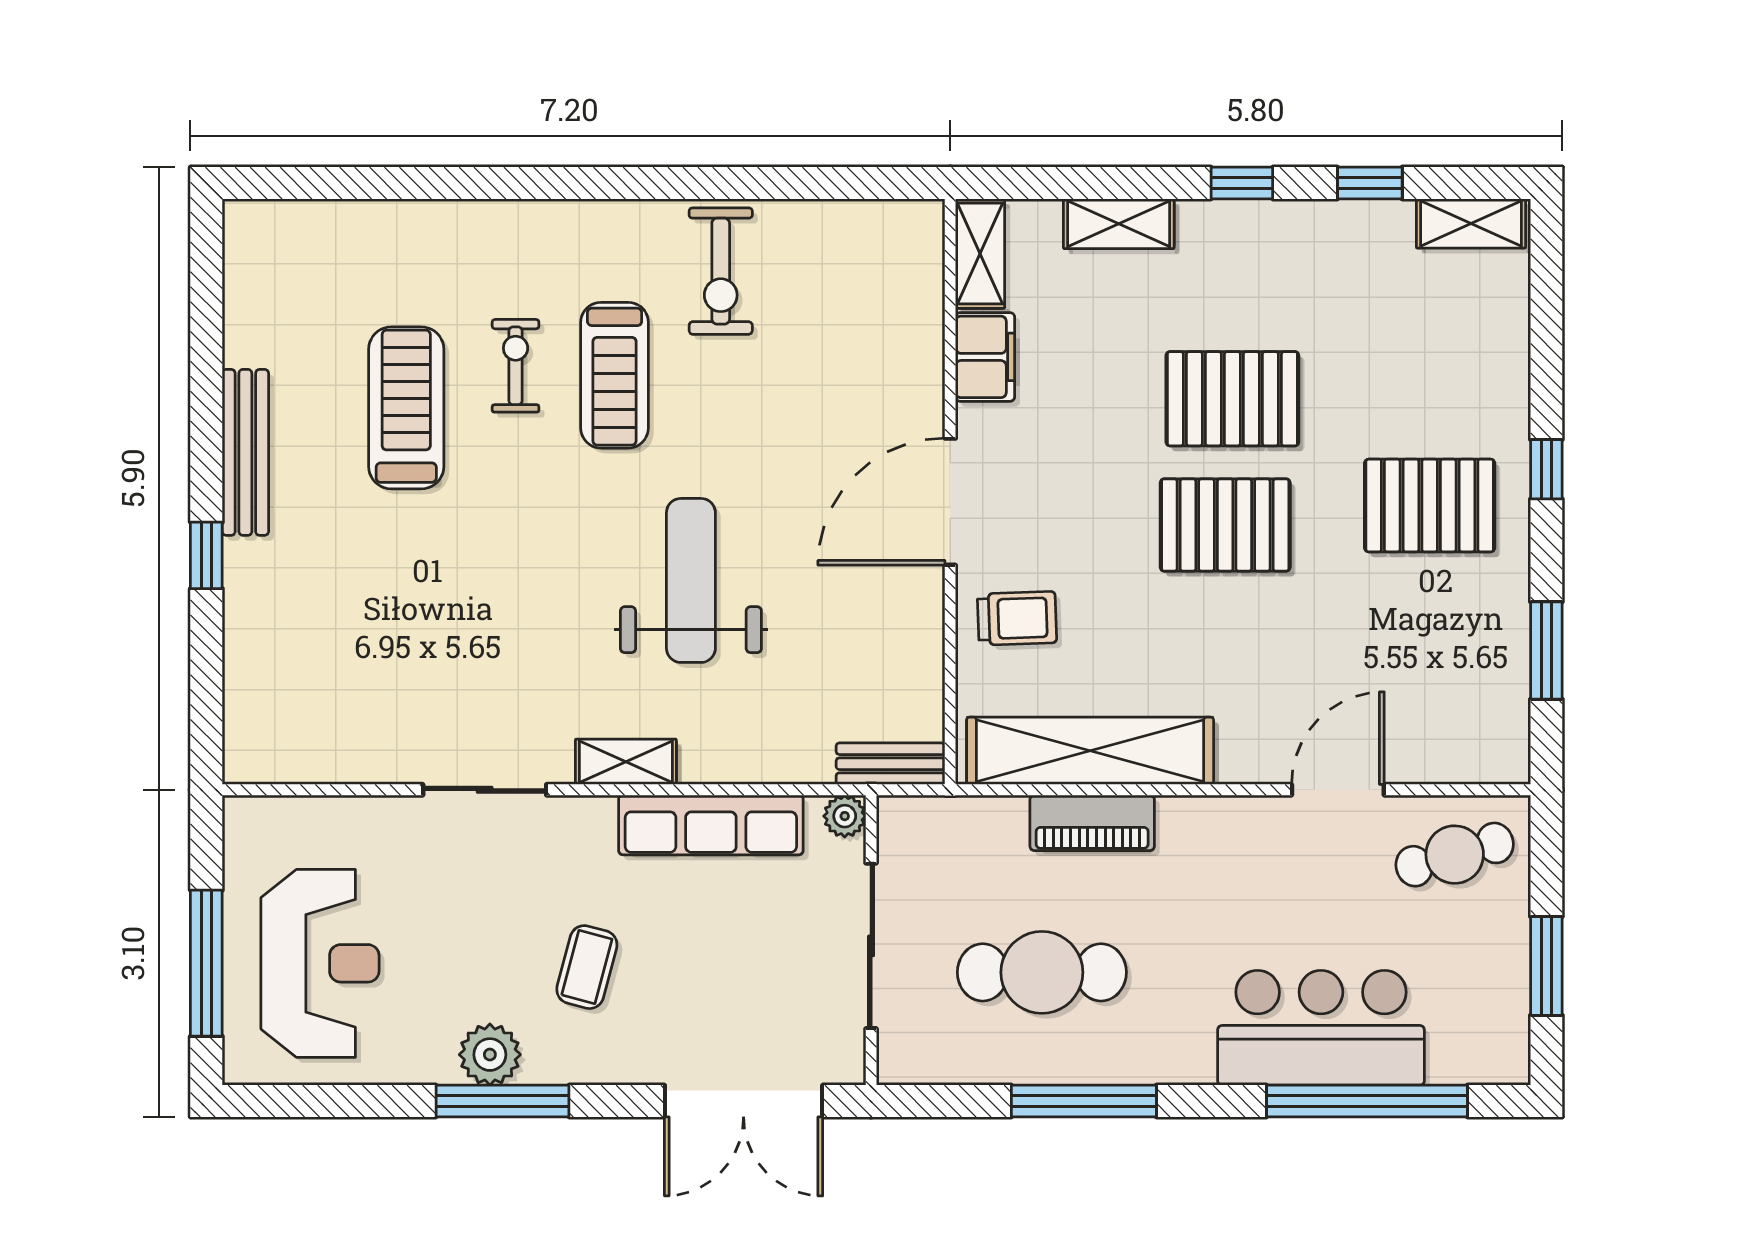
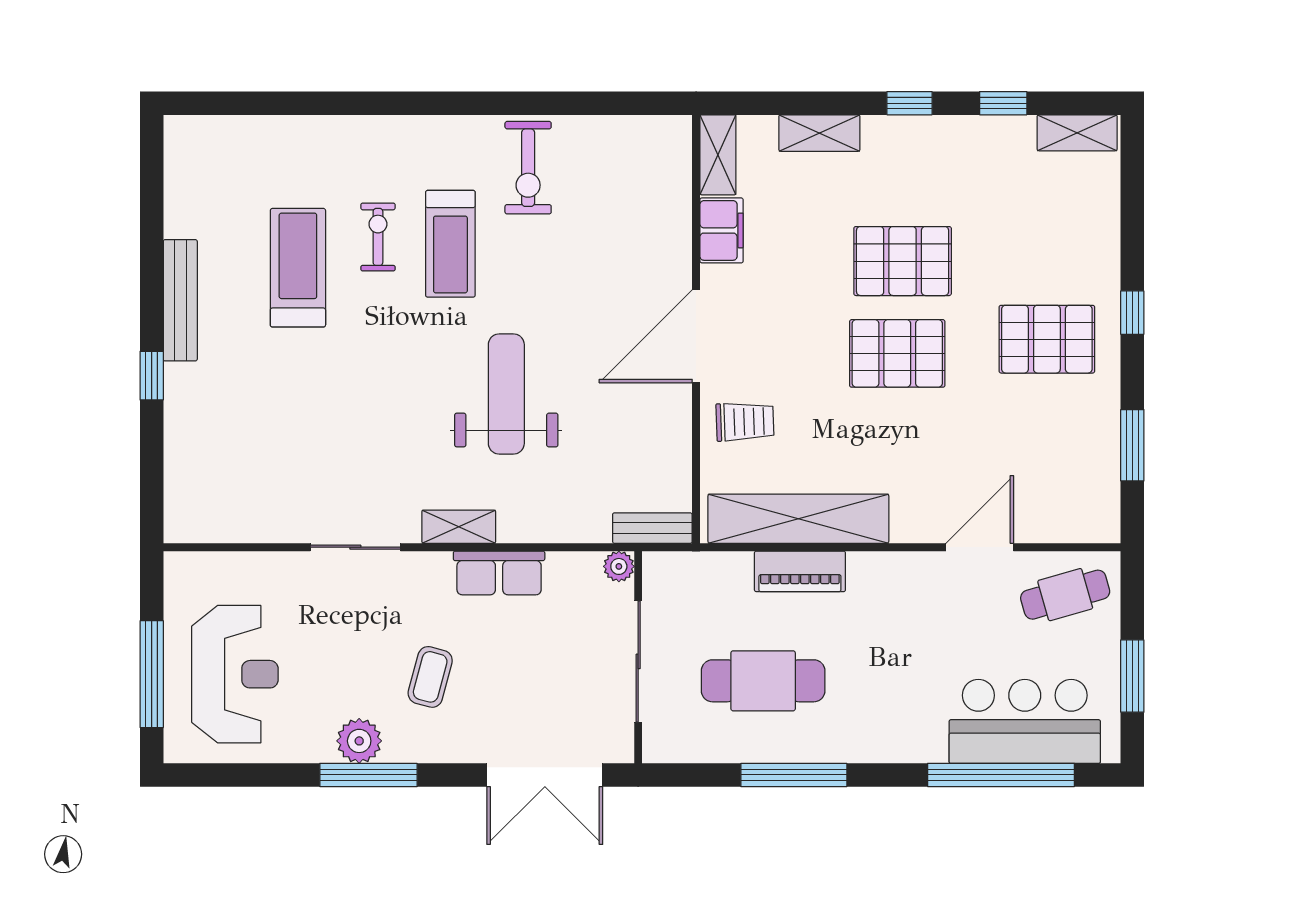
row of seats: (711, 825) -> (499, 573), width x0.68
bar counter: (1321, 1028) -> (1025, 721), moved

